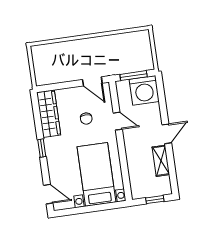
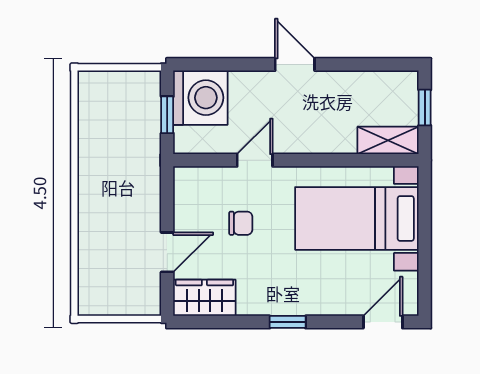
window: (134, 76) -> (167, 115), width x0.67
door: (92, 81) -> (167, 252), moved
wardrobe: (49, 114) -> (204, 298), width x0.67
shelving: (161, 161) -> (388, 140), moved

